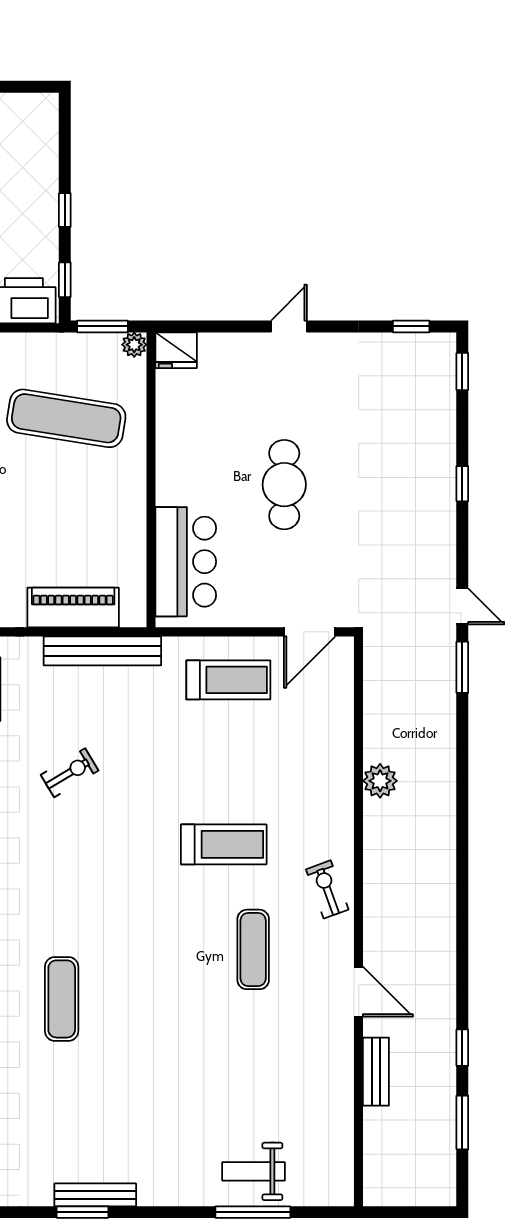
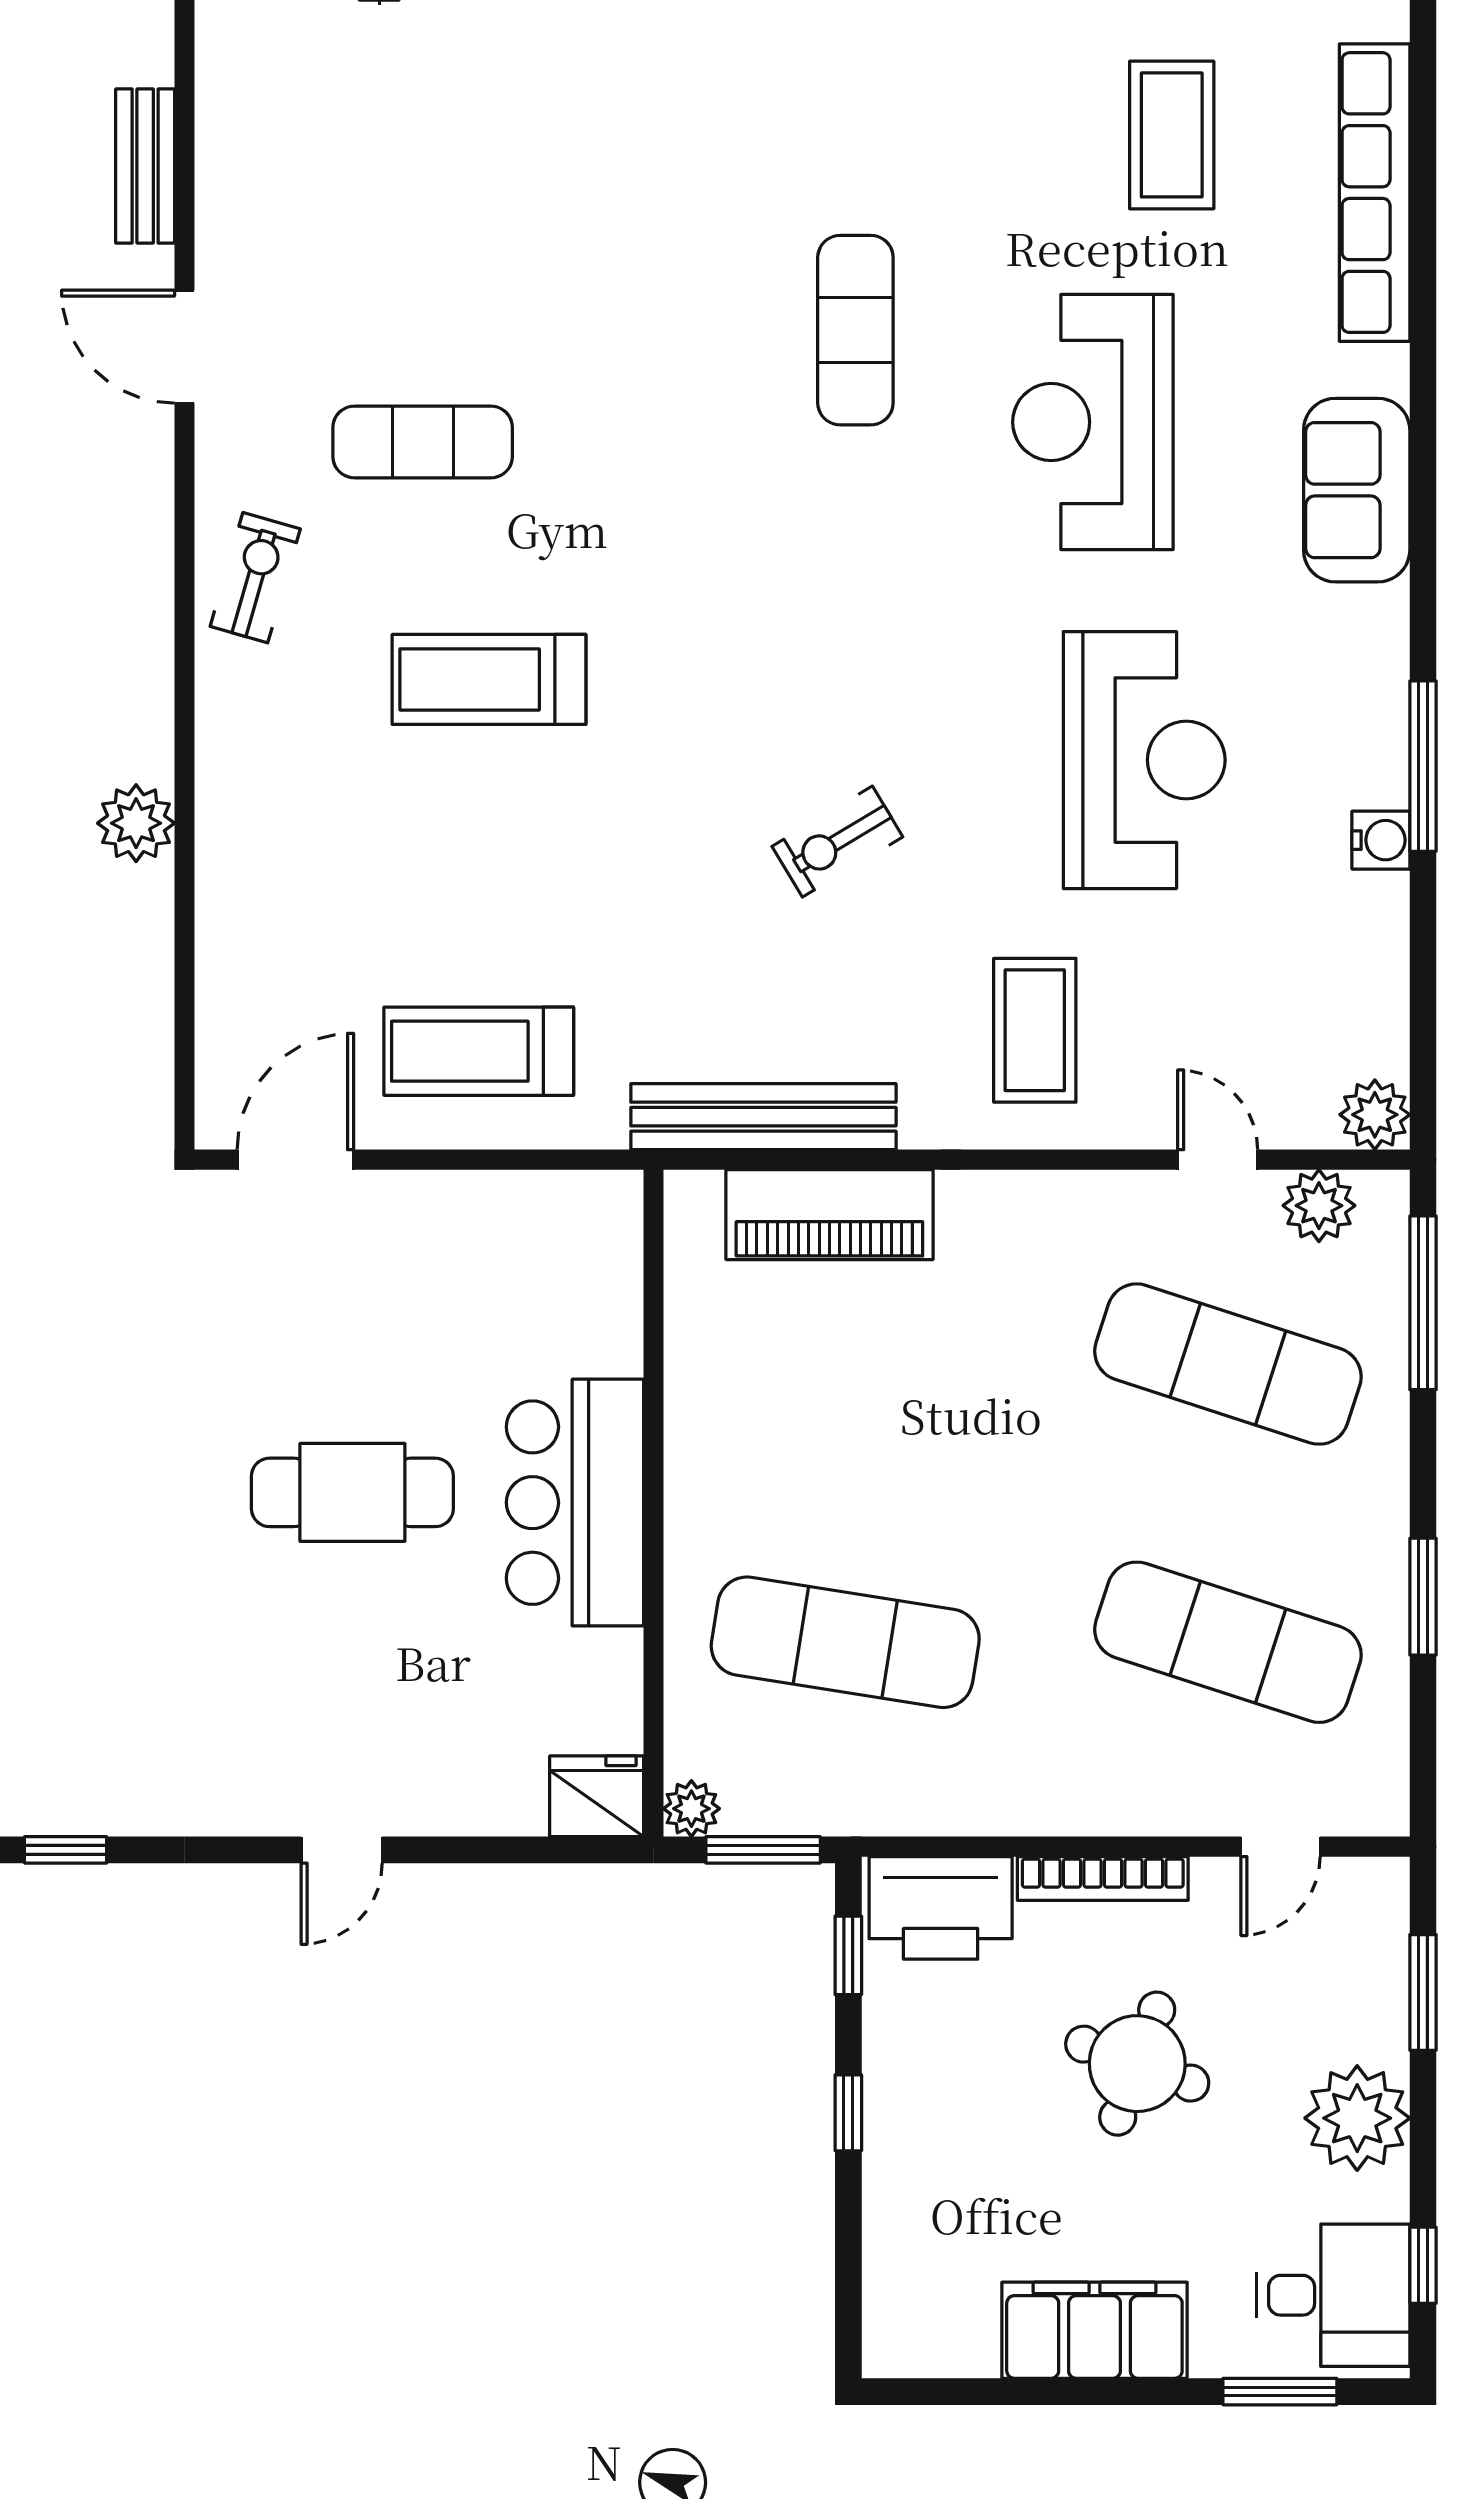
cafe table: (284, 485) -> (352, 1492), turned 90
bar counter: (186, 562) -> (575, 1503), moved
exercise bike: (327, 889) -> (255, 578), turned -144
exercise mat: (253, 949) -> (423, 442), turned 90

